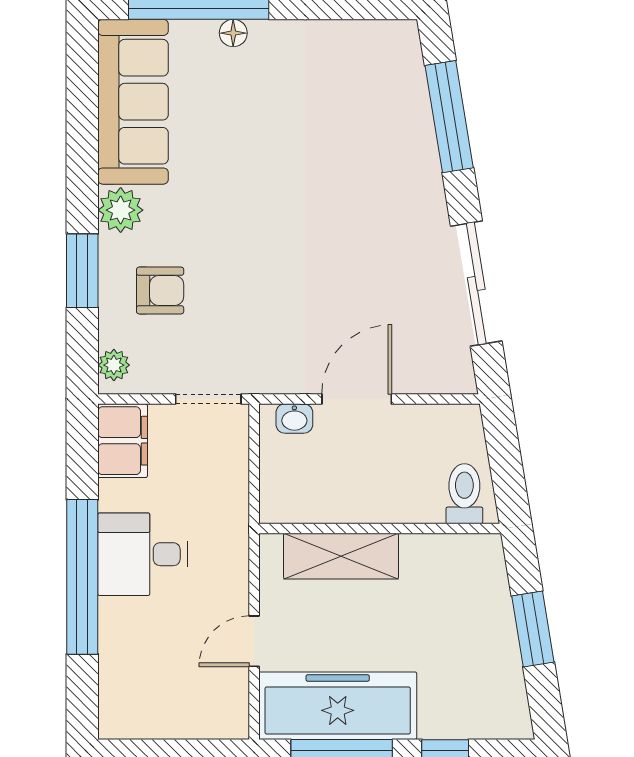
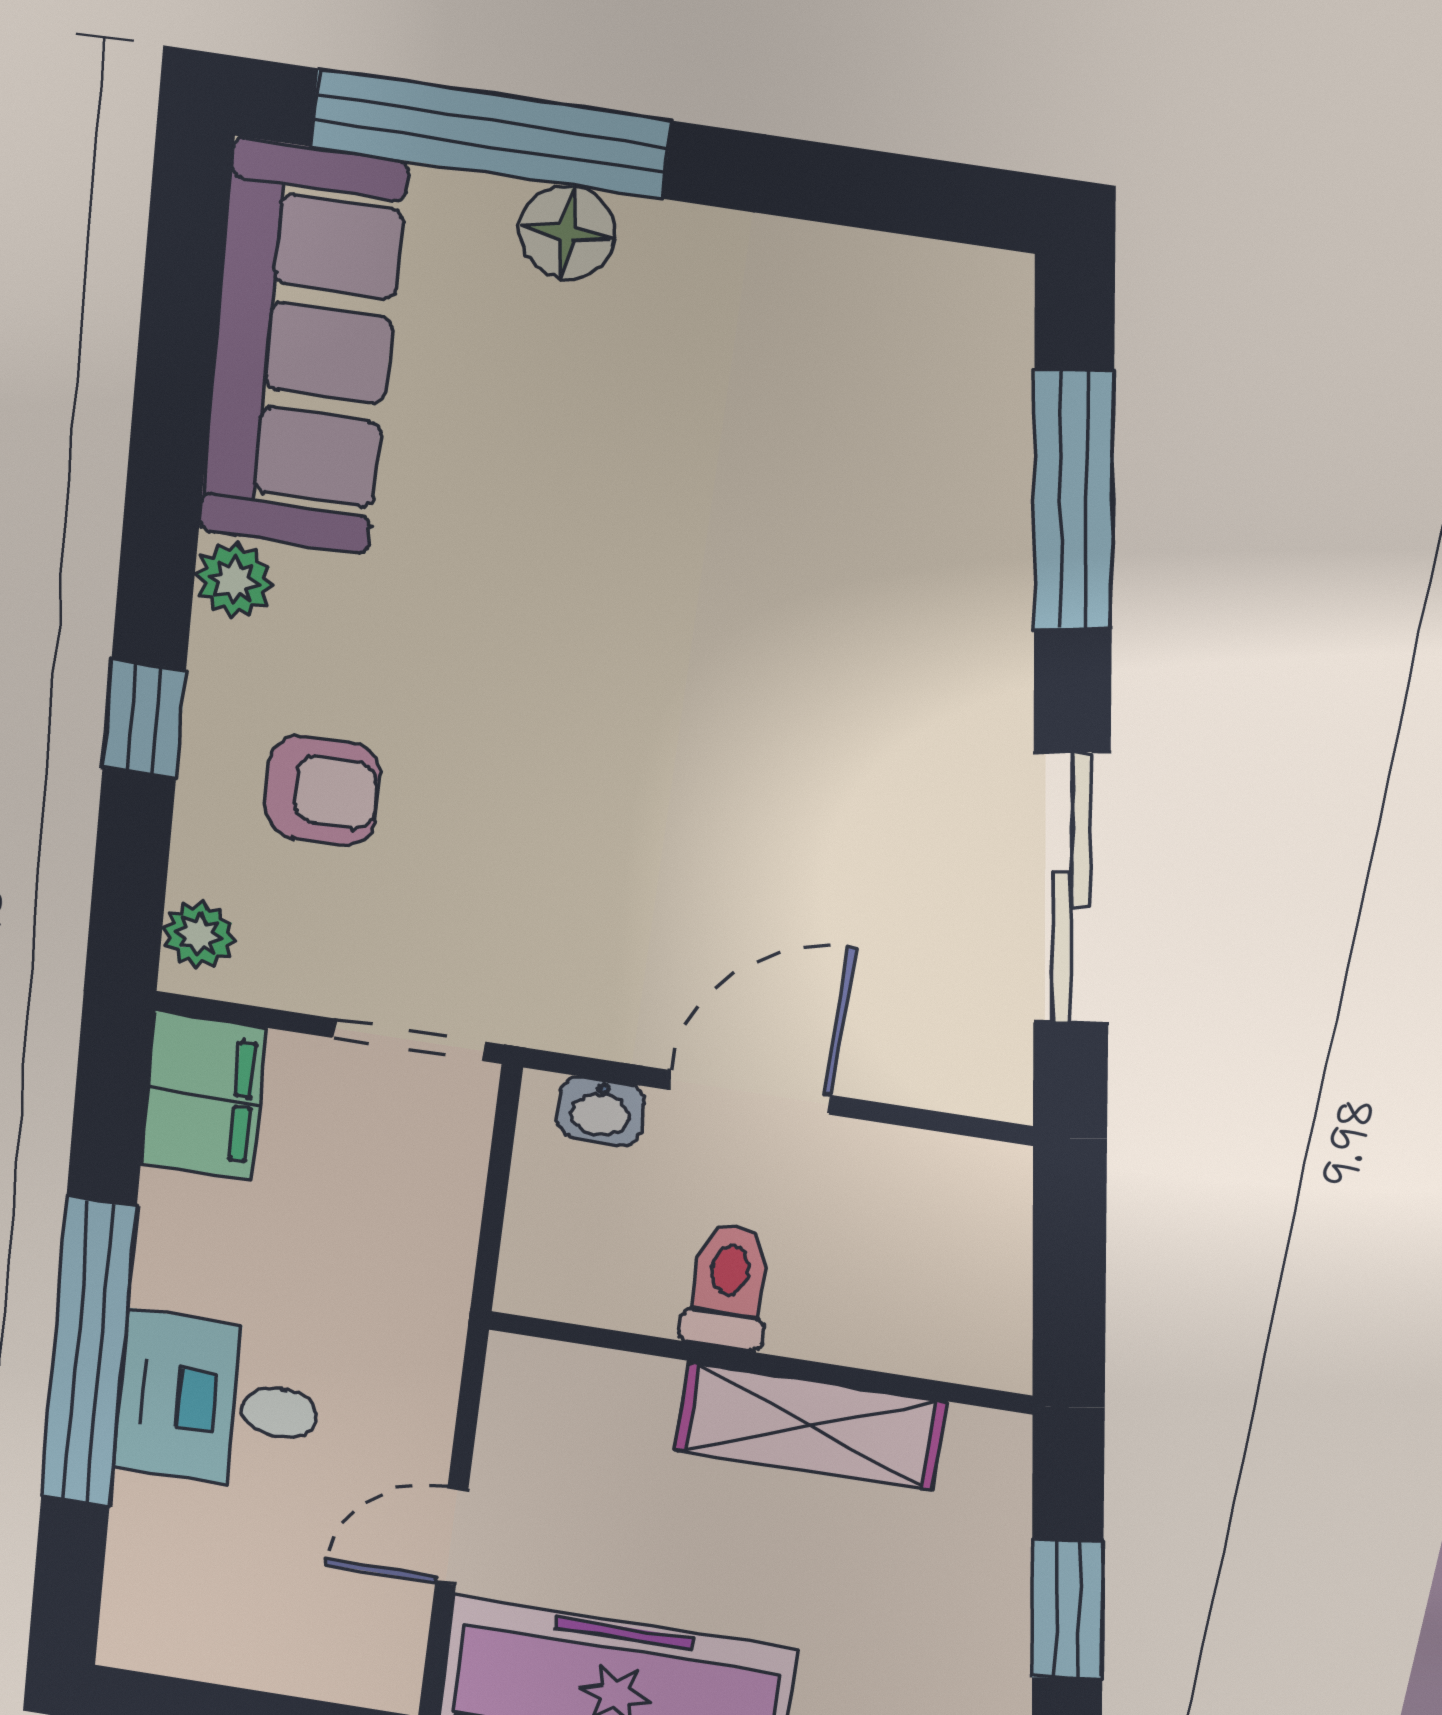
floor lamp: (233, 33) -> (567, 232), width x1.37, depth x1.37
plant: (121, 210) -> (234, 581), width x0.73, depth x0.73
window: (82, 271) -> (144, 719), width x0.67
toilet: (464, 494) -> (728, 1287), moved
desk: (143, 554) -> (218, 1403), moved
shelving: (341, 556) -> (810, 1426), moved

